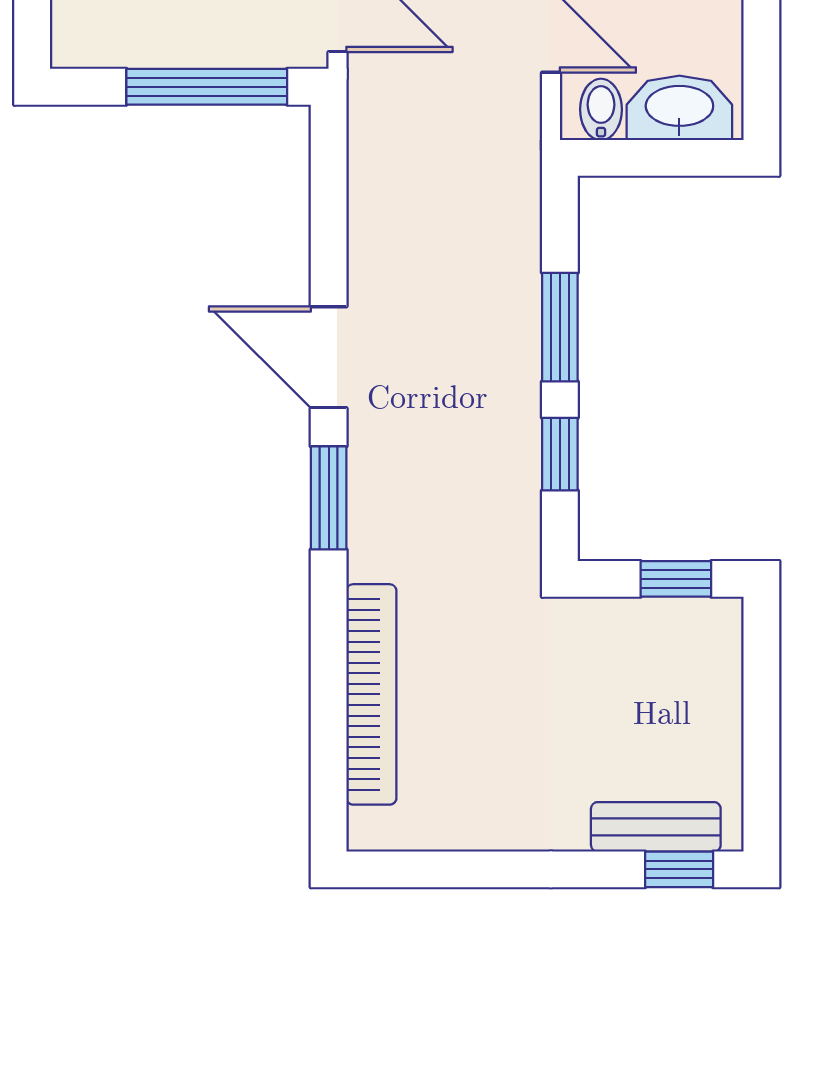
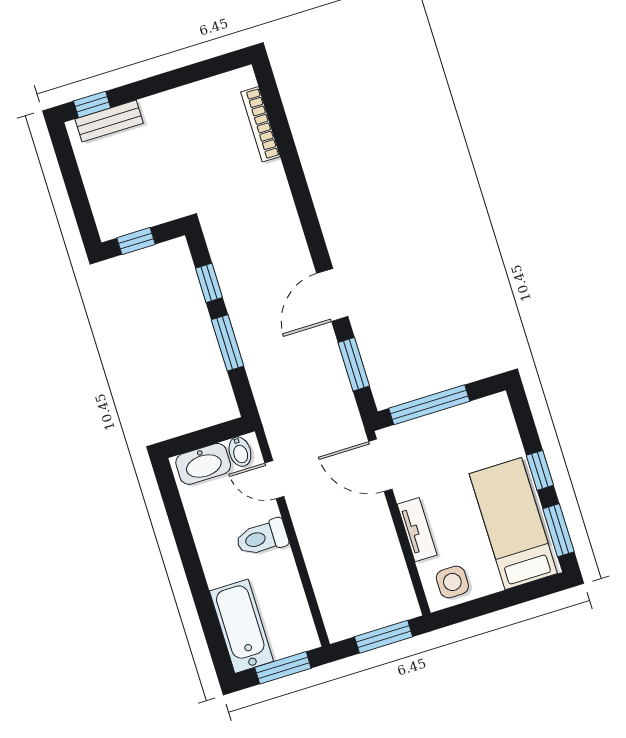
door: (329, 357) -> (332, 295), swing flipped
window: (329, 498) -> (354, 364), moved
bookcase: (371, 694) -> (260, 124), width x0.68, depth x0.76

